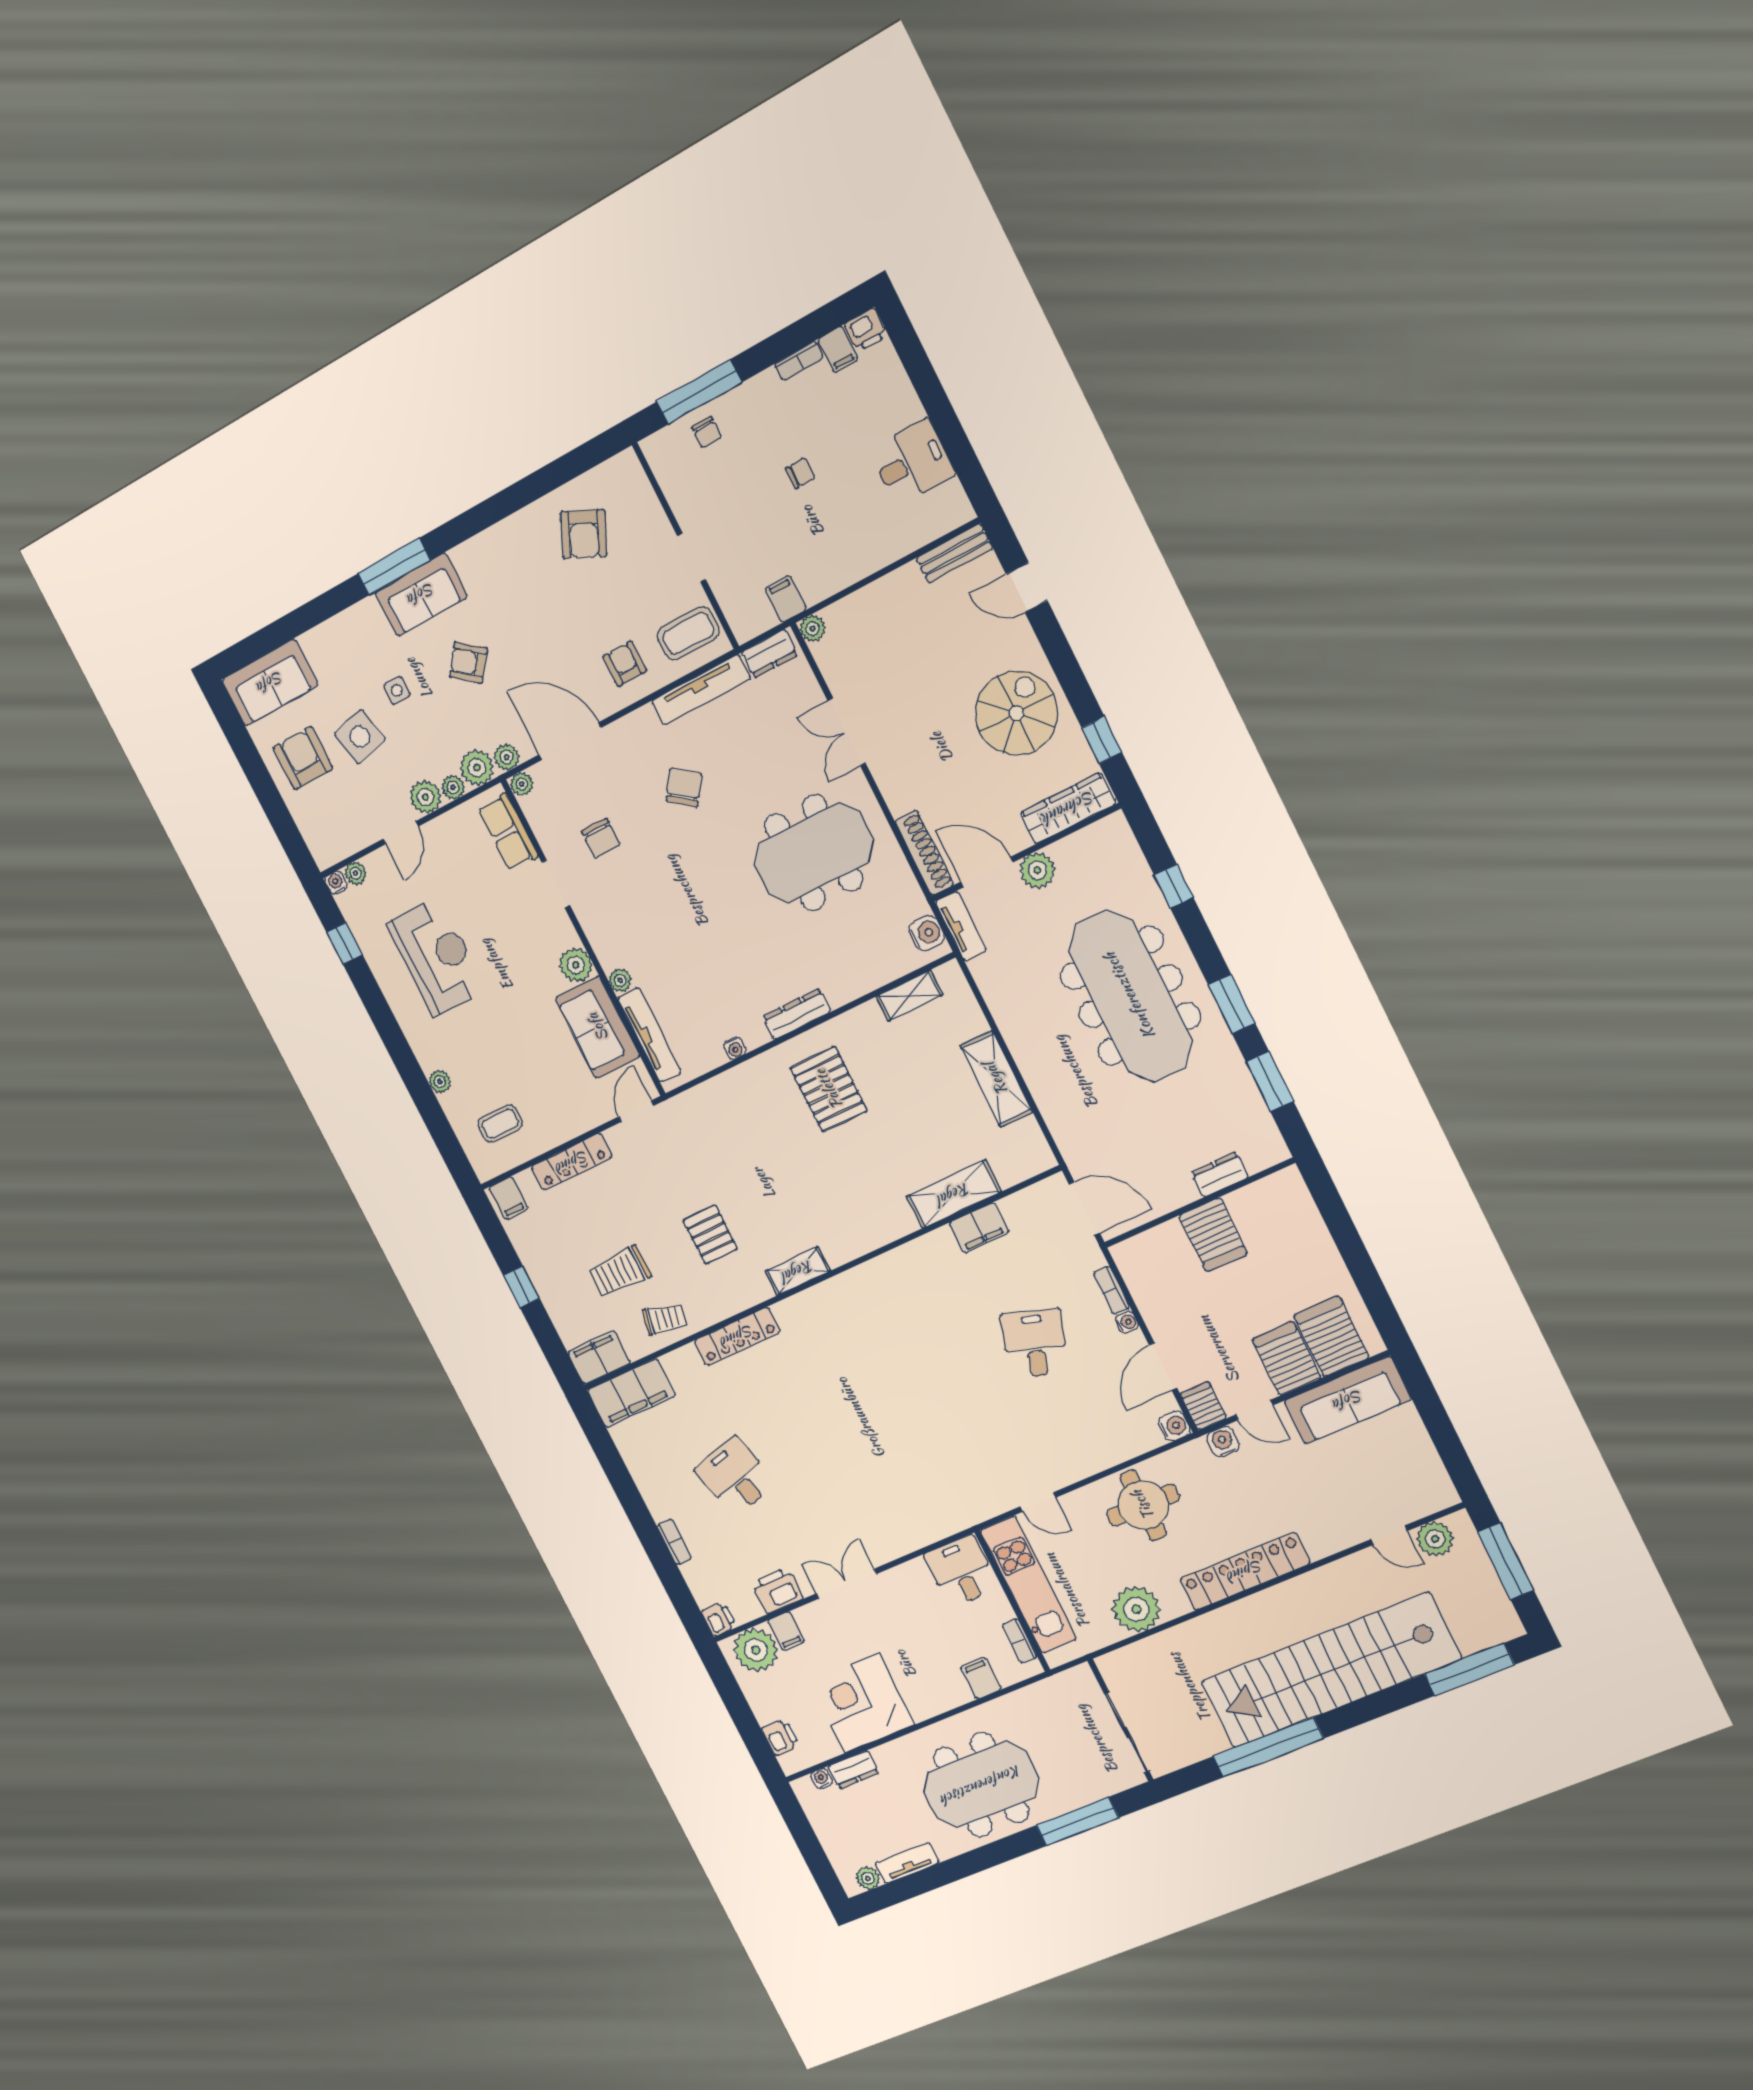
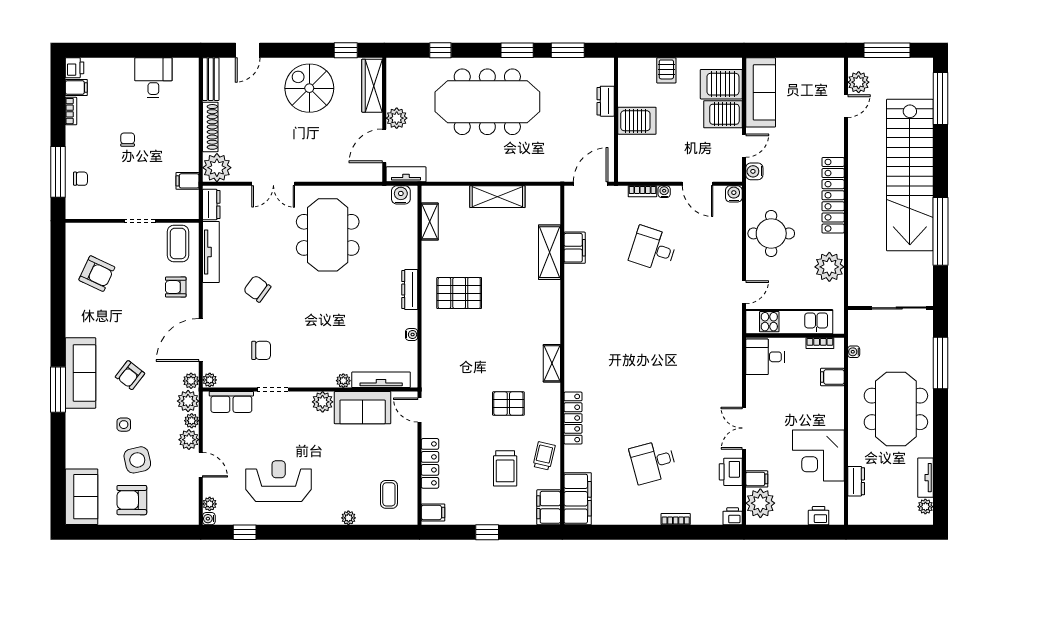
sofa: (421, 594) -> (80, 373), width x1.36
plant: (813, 628) -> (217, 168), width x1.88, depth x1.88
shoe rack: (924, 853) -> (210, 127), moved, turned 90
server rack: (1203, 1406) -> (666, 70), moved, turned -90
water cooler: (822, 1779) -> (854, 352), moved

